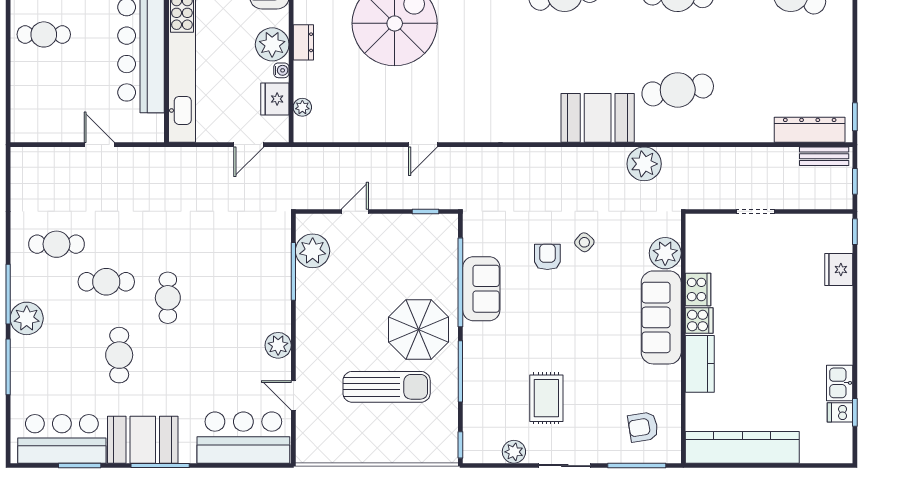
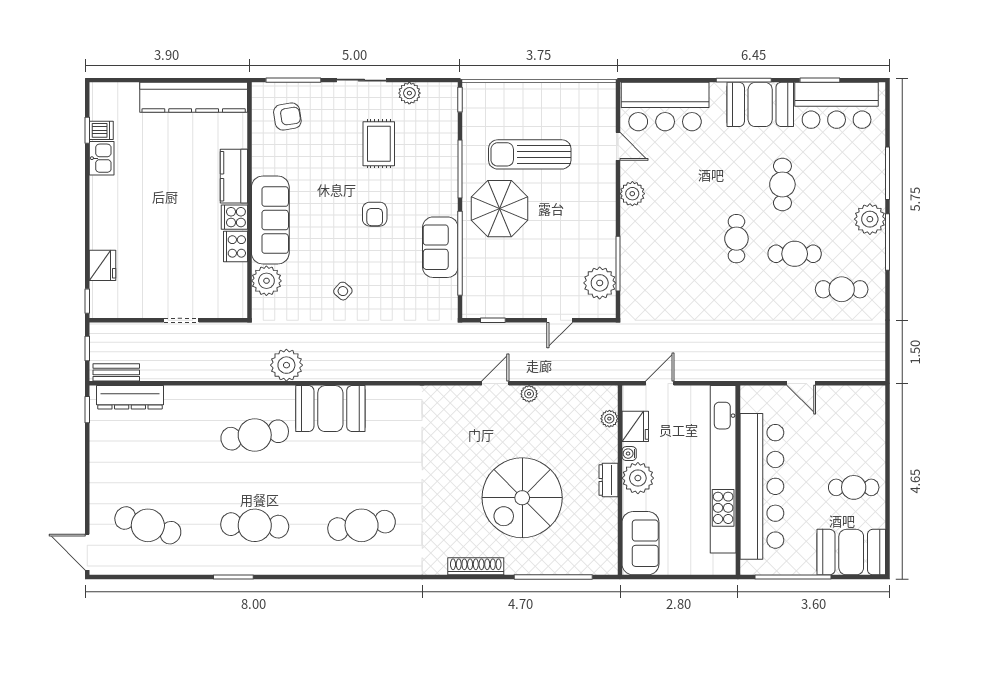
plant: (387, 134) -> (529, 394), added
armchair: (547, 257) -> (375, 214), moved

